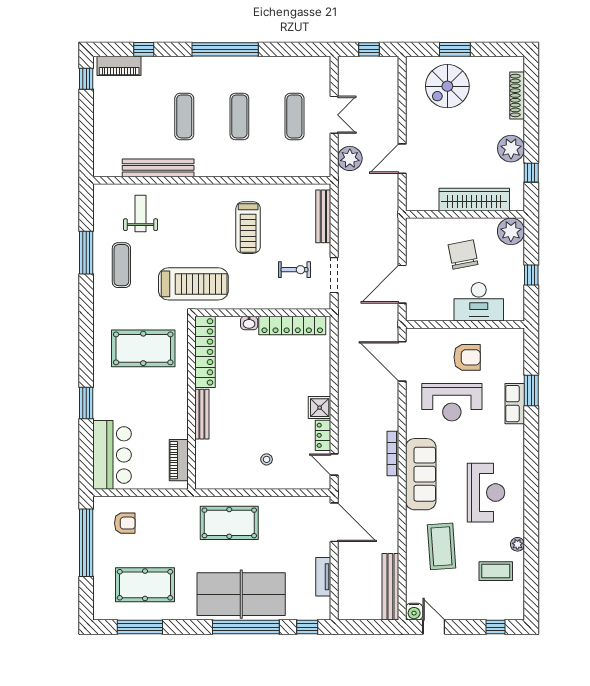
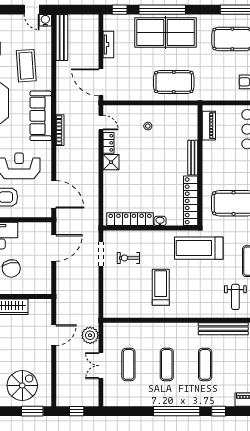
window: (144, 49) -> (219, 411), moved
window: (455, 49) -> (32, 411), moved
bench: (323, 216) -> (108, 295), removed

